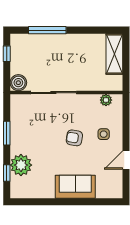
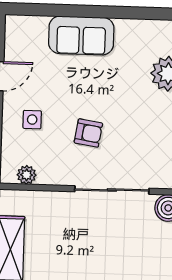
armchair: (74, 138) -> (88, 133), moved

